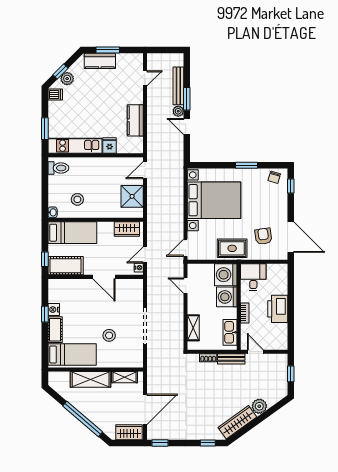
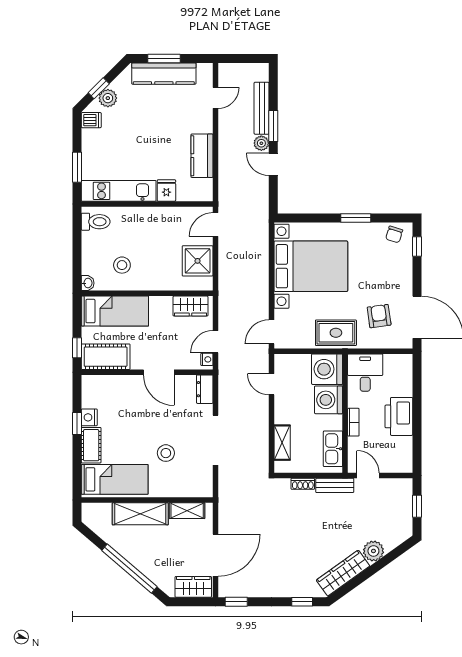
kitchen counter: (100, 61) -> (164, 74), width x1.50
dresser: (137, 289) -> (205, 389), added

